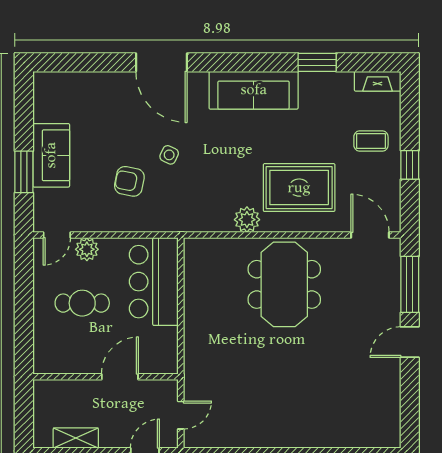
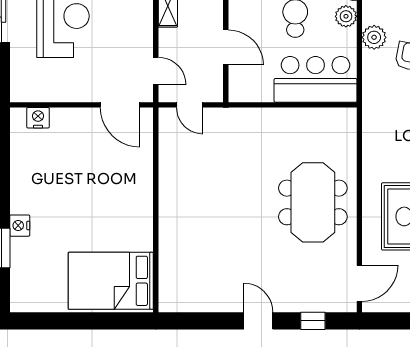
plant: (247, 220) -> (374, 37), moved
meeting table: (284, 284) -> (313, 202), turned 90
window: (410, 284) -> (313, 321), width x0.46

